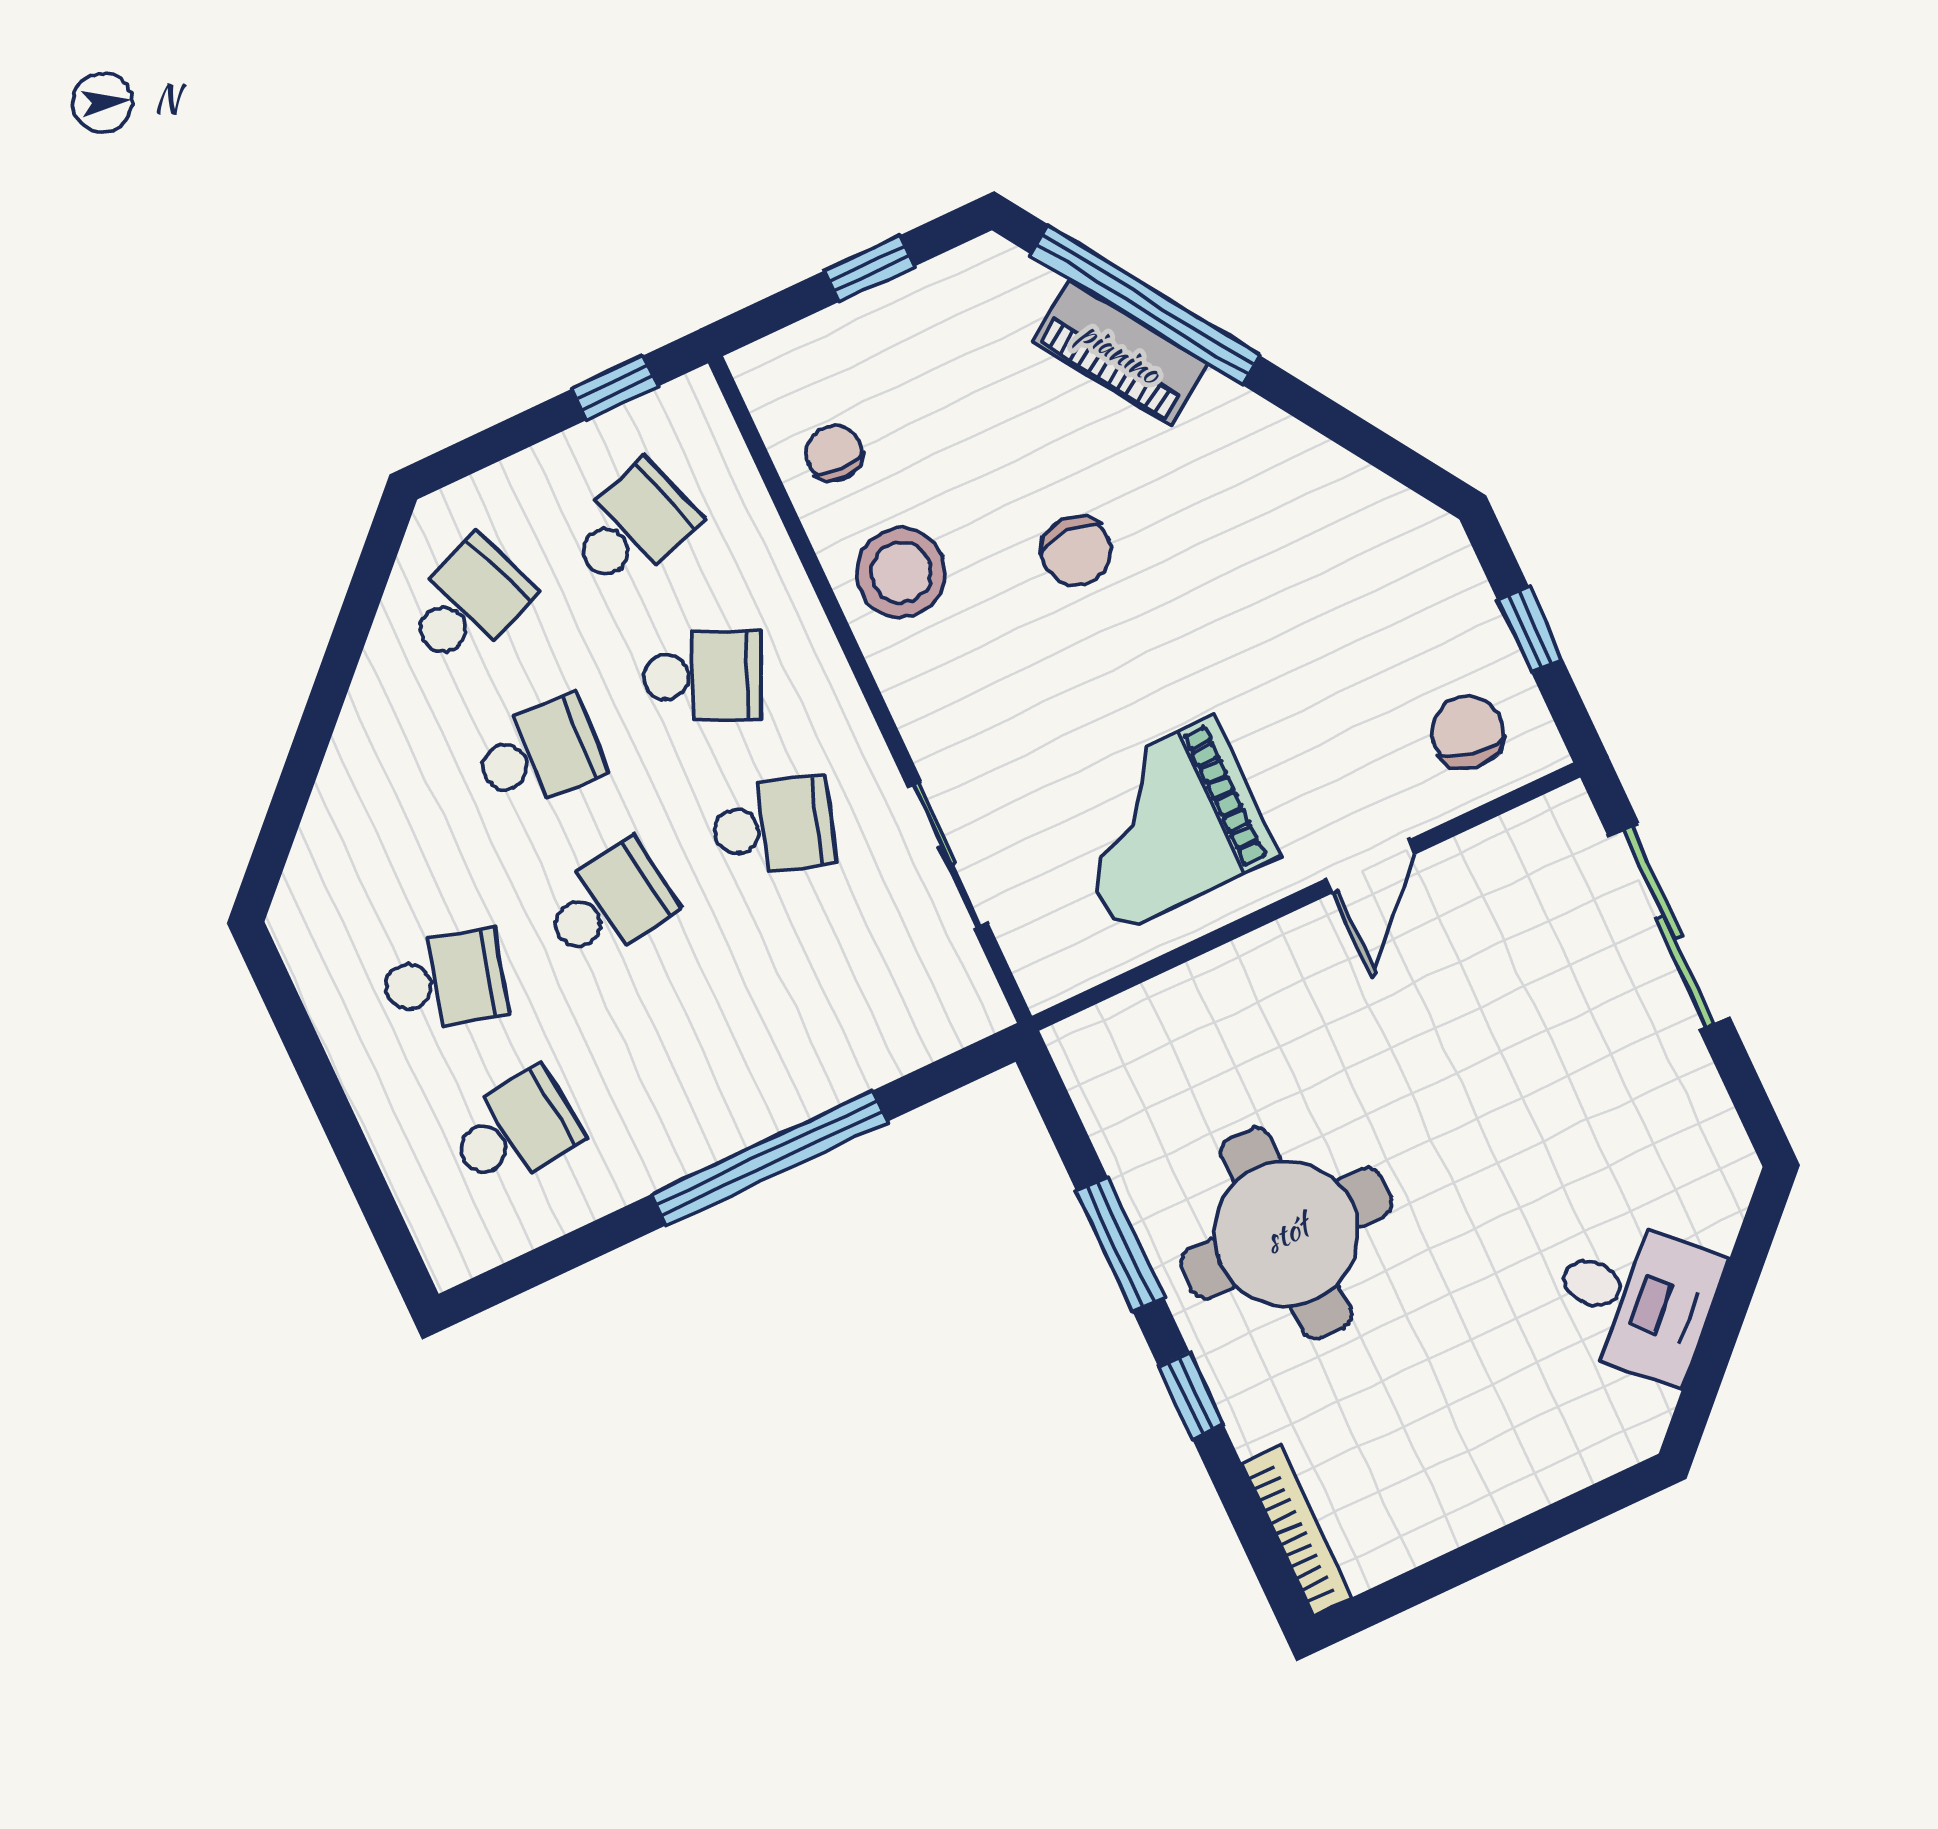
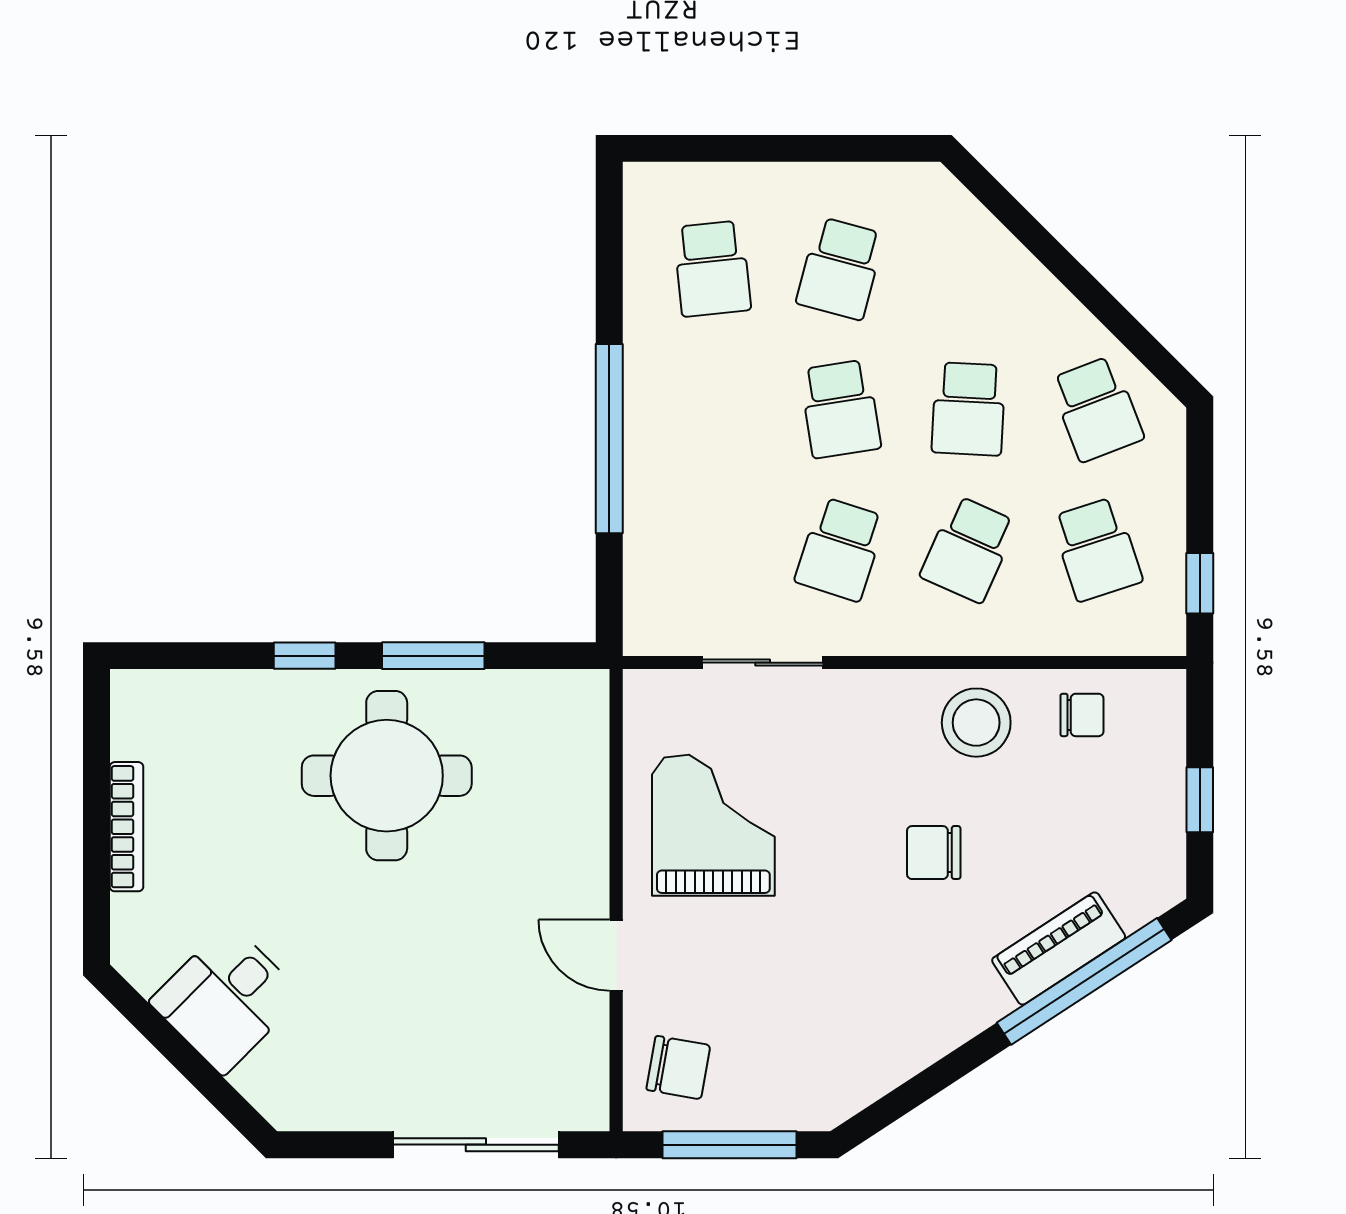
window: (1530, 630) -> (730, 1145), width x2.17
bookcase: (1297, 1531) -> (127, 827), moved, turned -90

